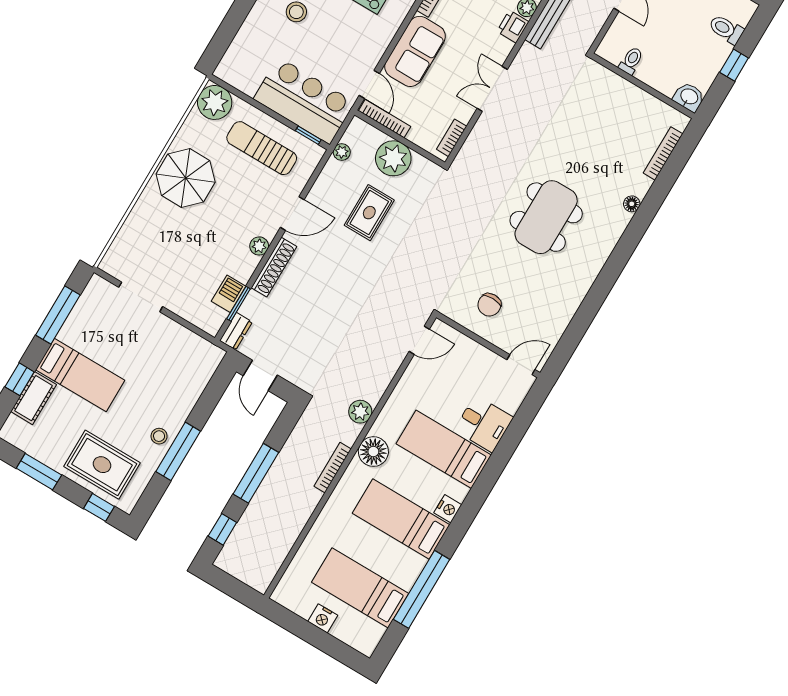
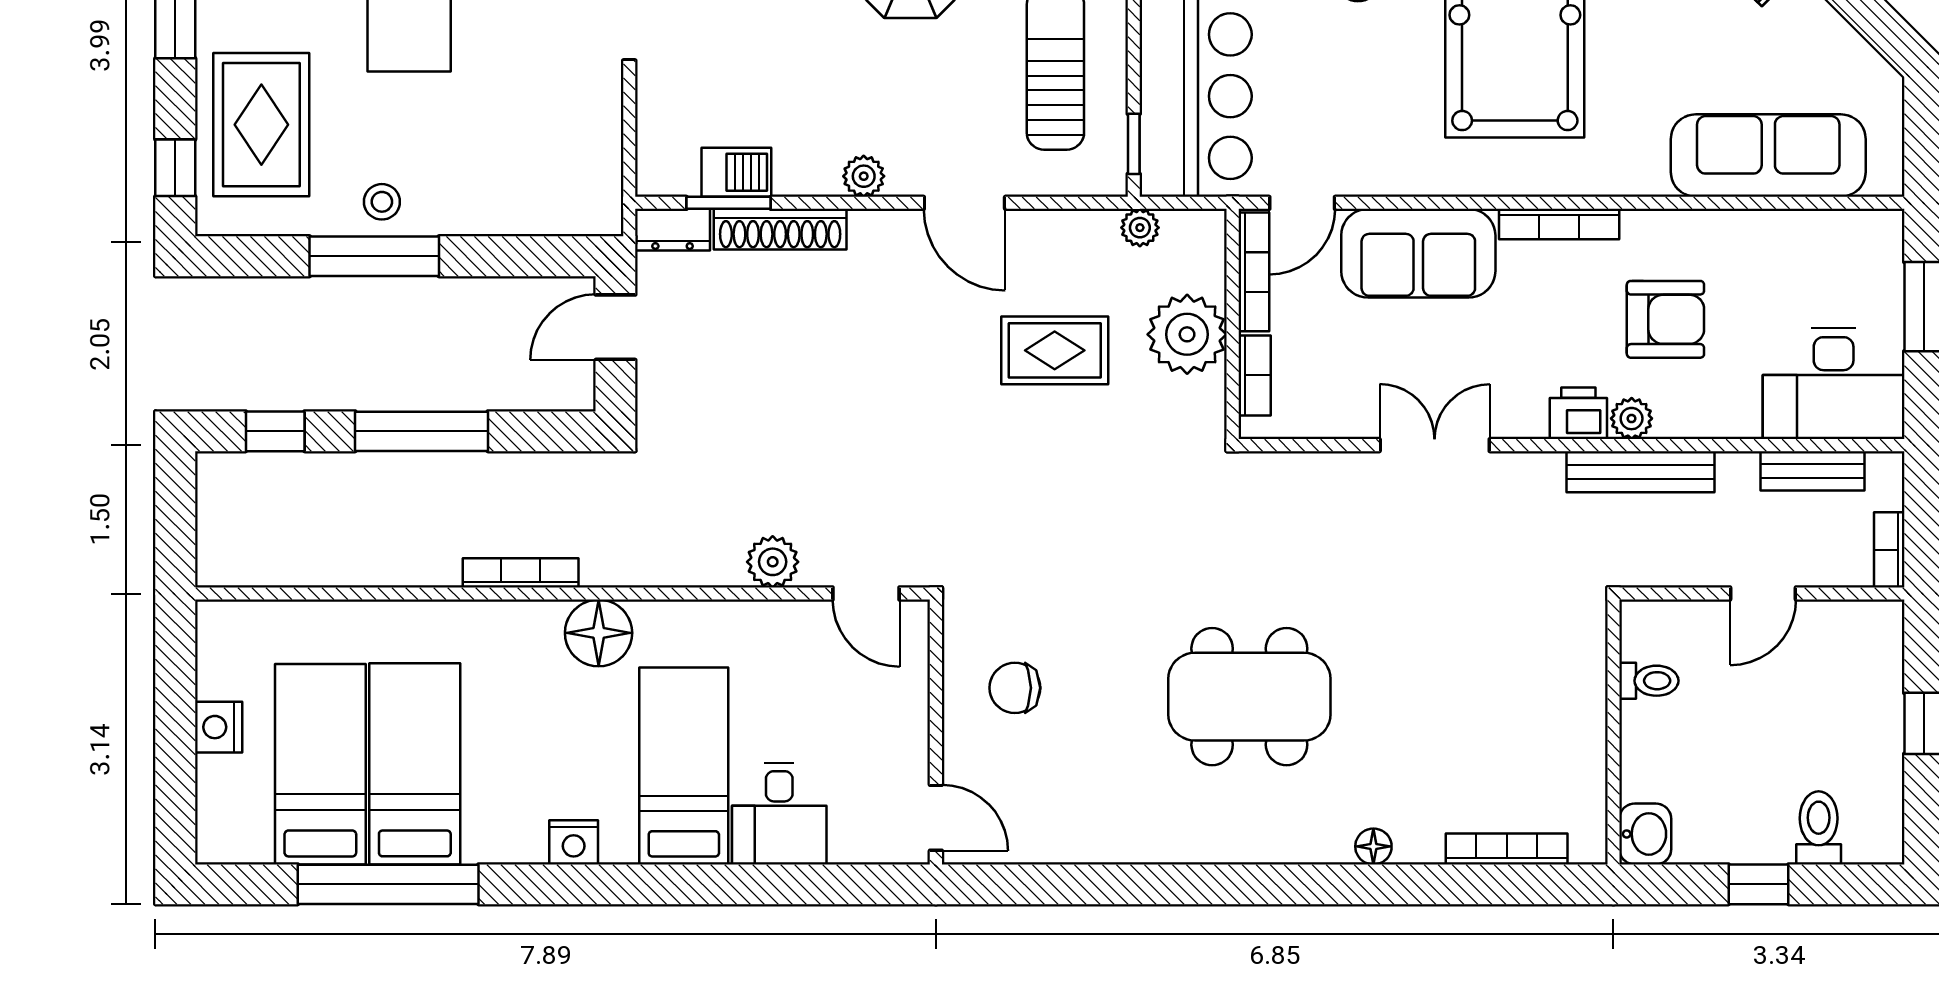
bookcase: (452, 138) -> (1255, 375), moved, turned 90
shoe rack: (274, 267) -> (780, 229), moved
plant: (360, 412) -> (773, 562), moved
bed: (401, 519) -> (415, 764), moved

